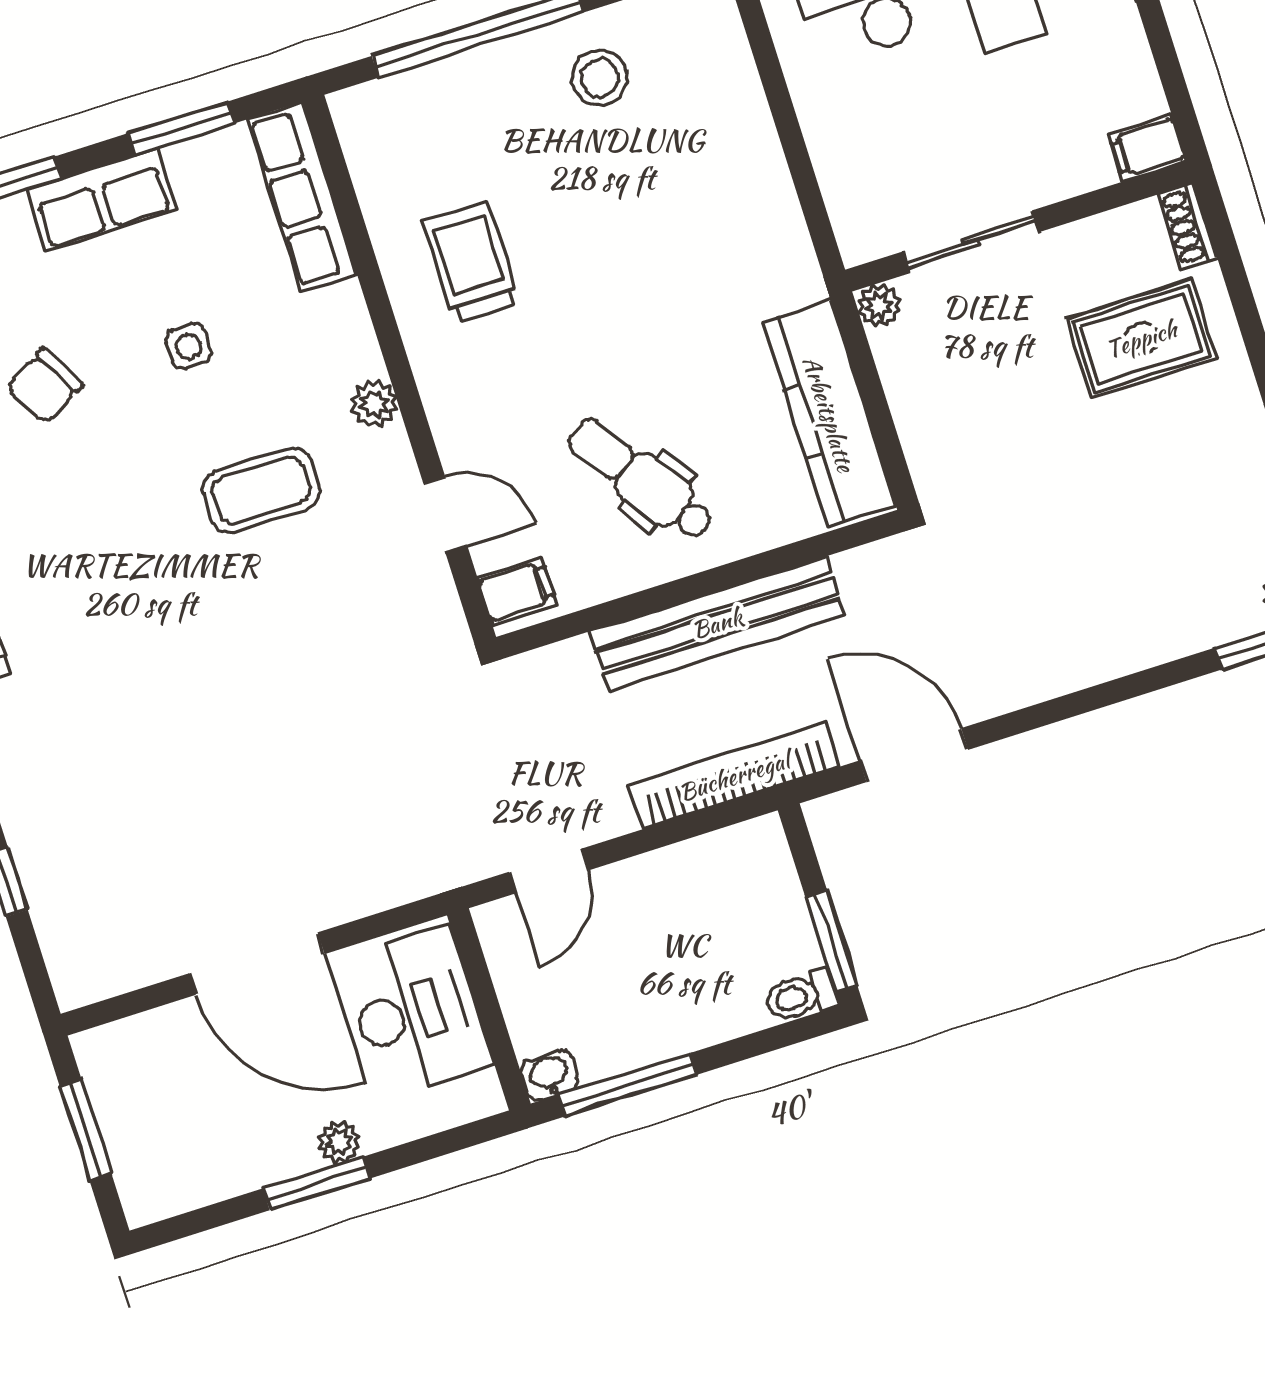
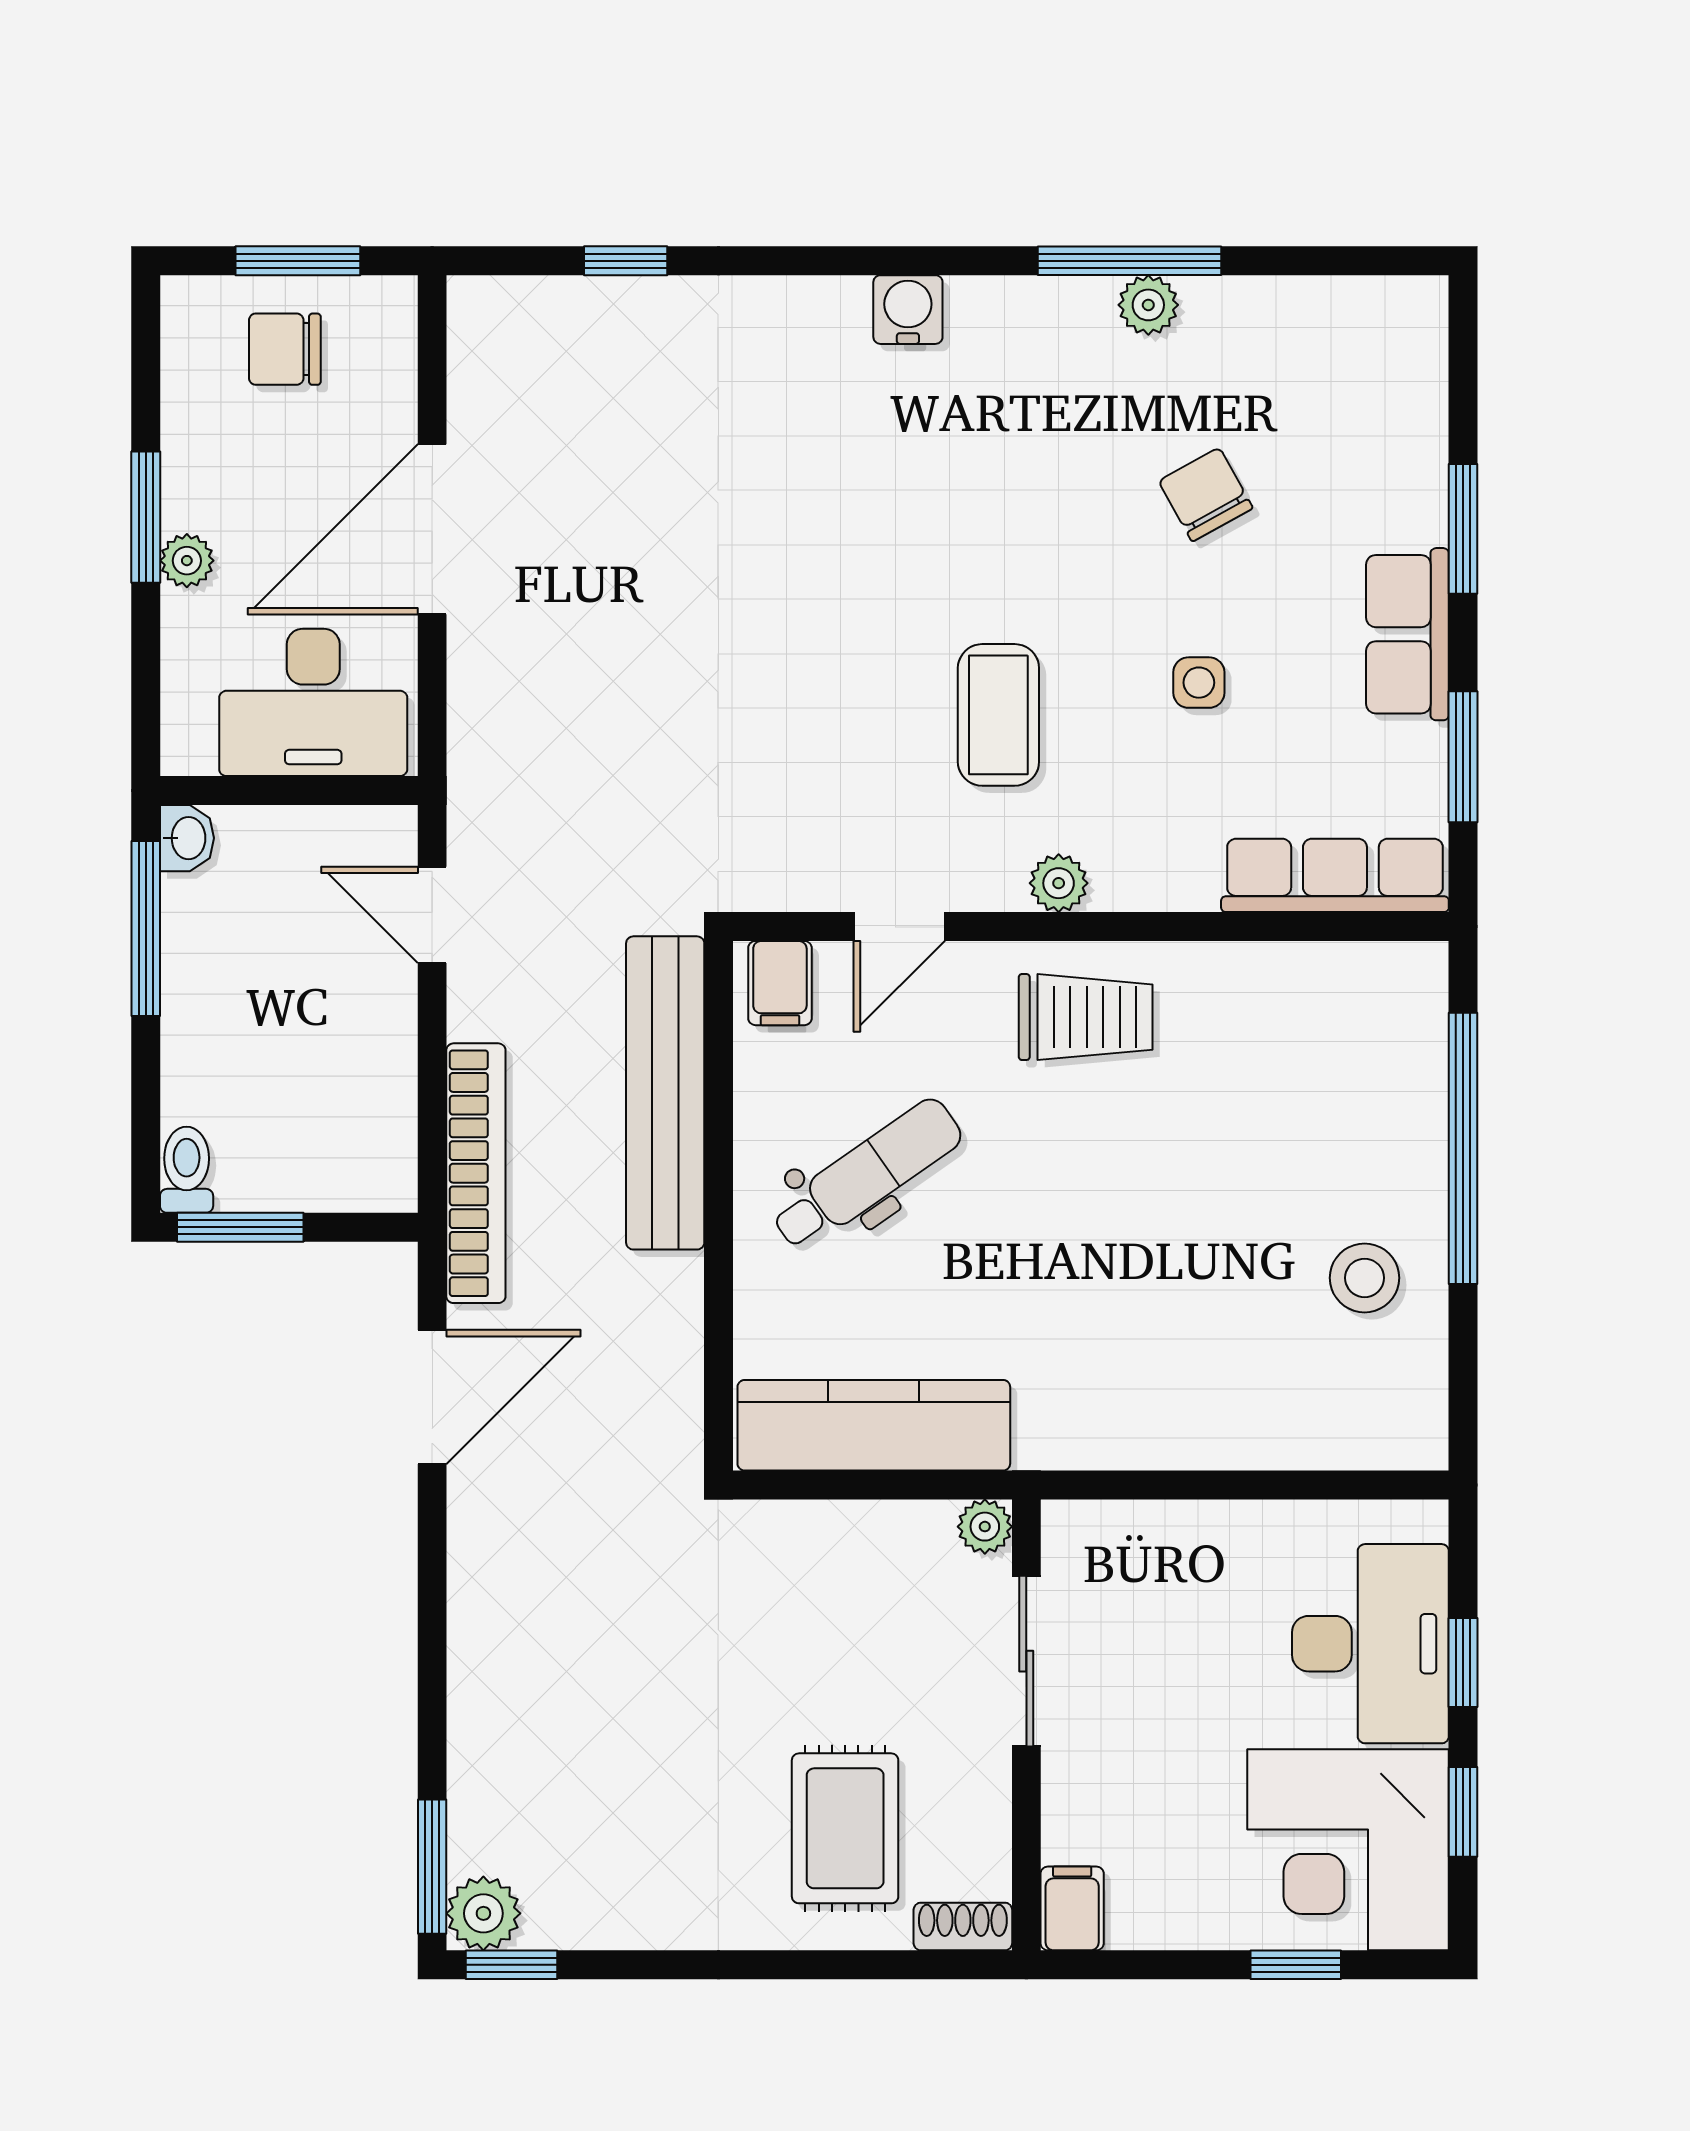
trolley: (471, 262) -> (1086, 1017), moved
bench: (717, 623) -> (665, 1093), moved
chair: (156, 1119) -> (285, 349), added

